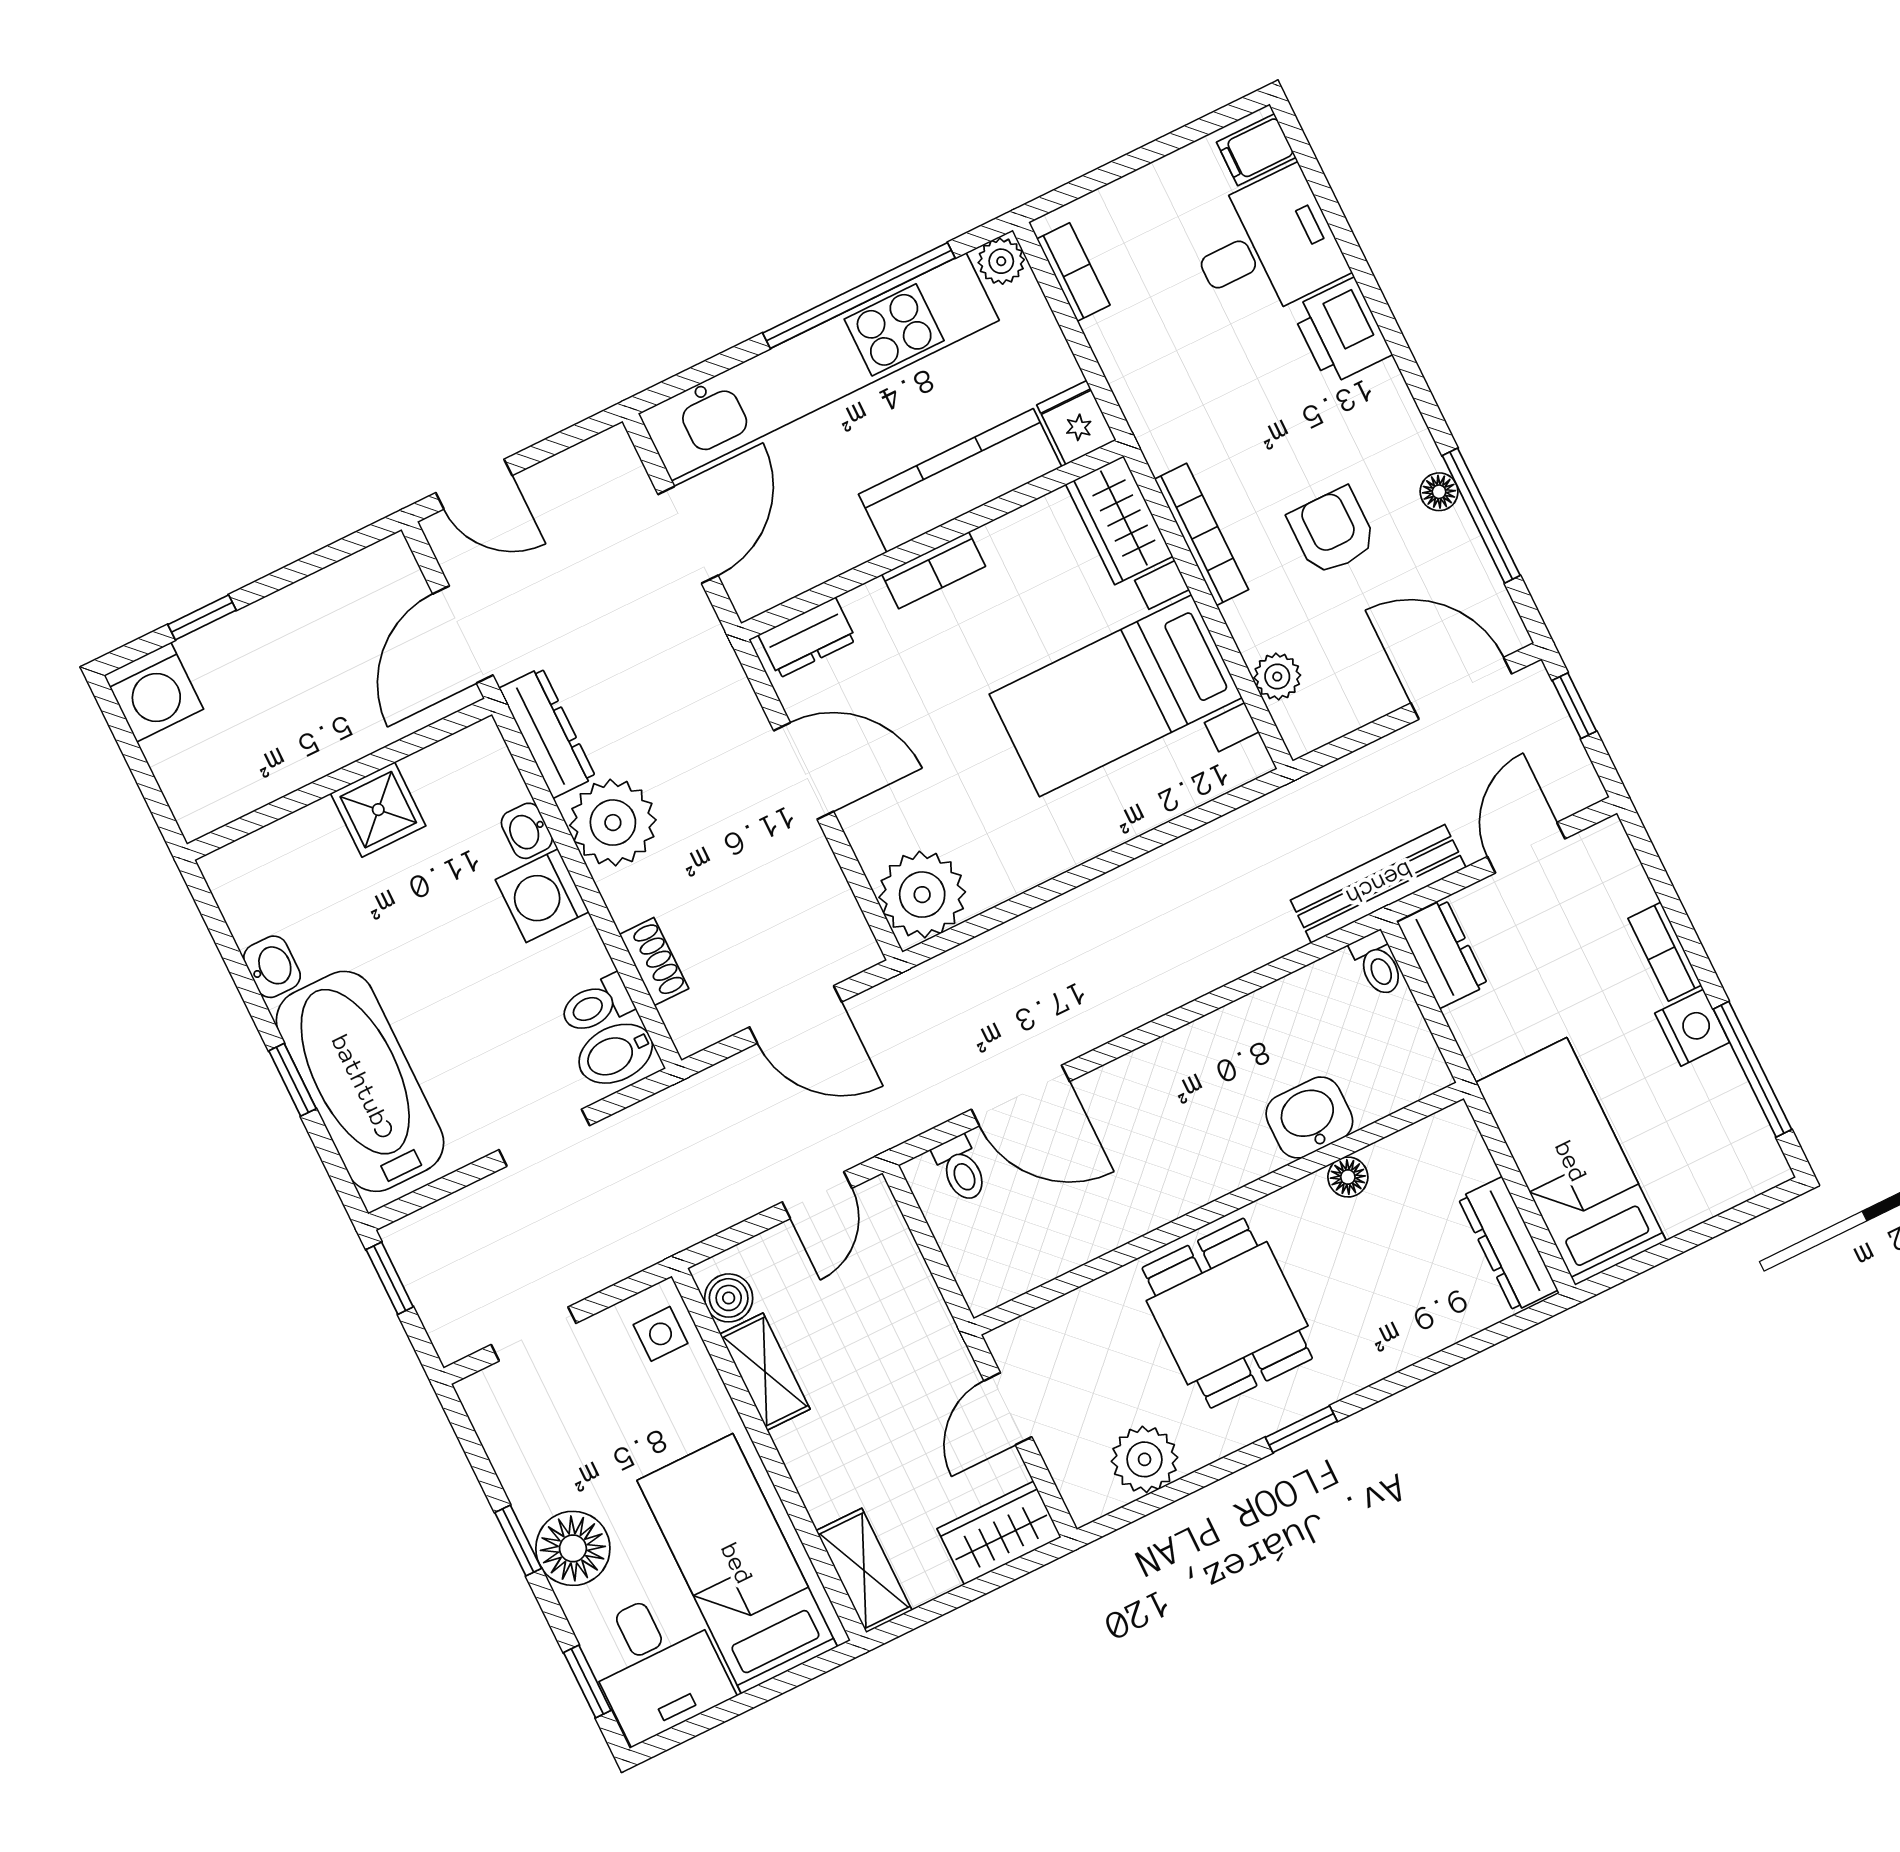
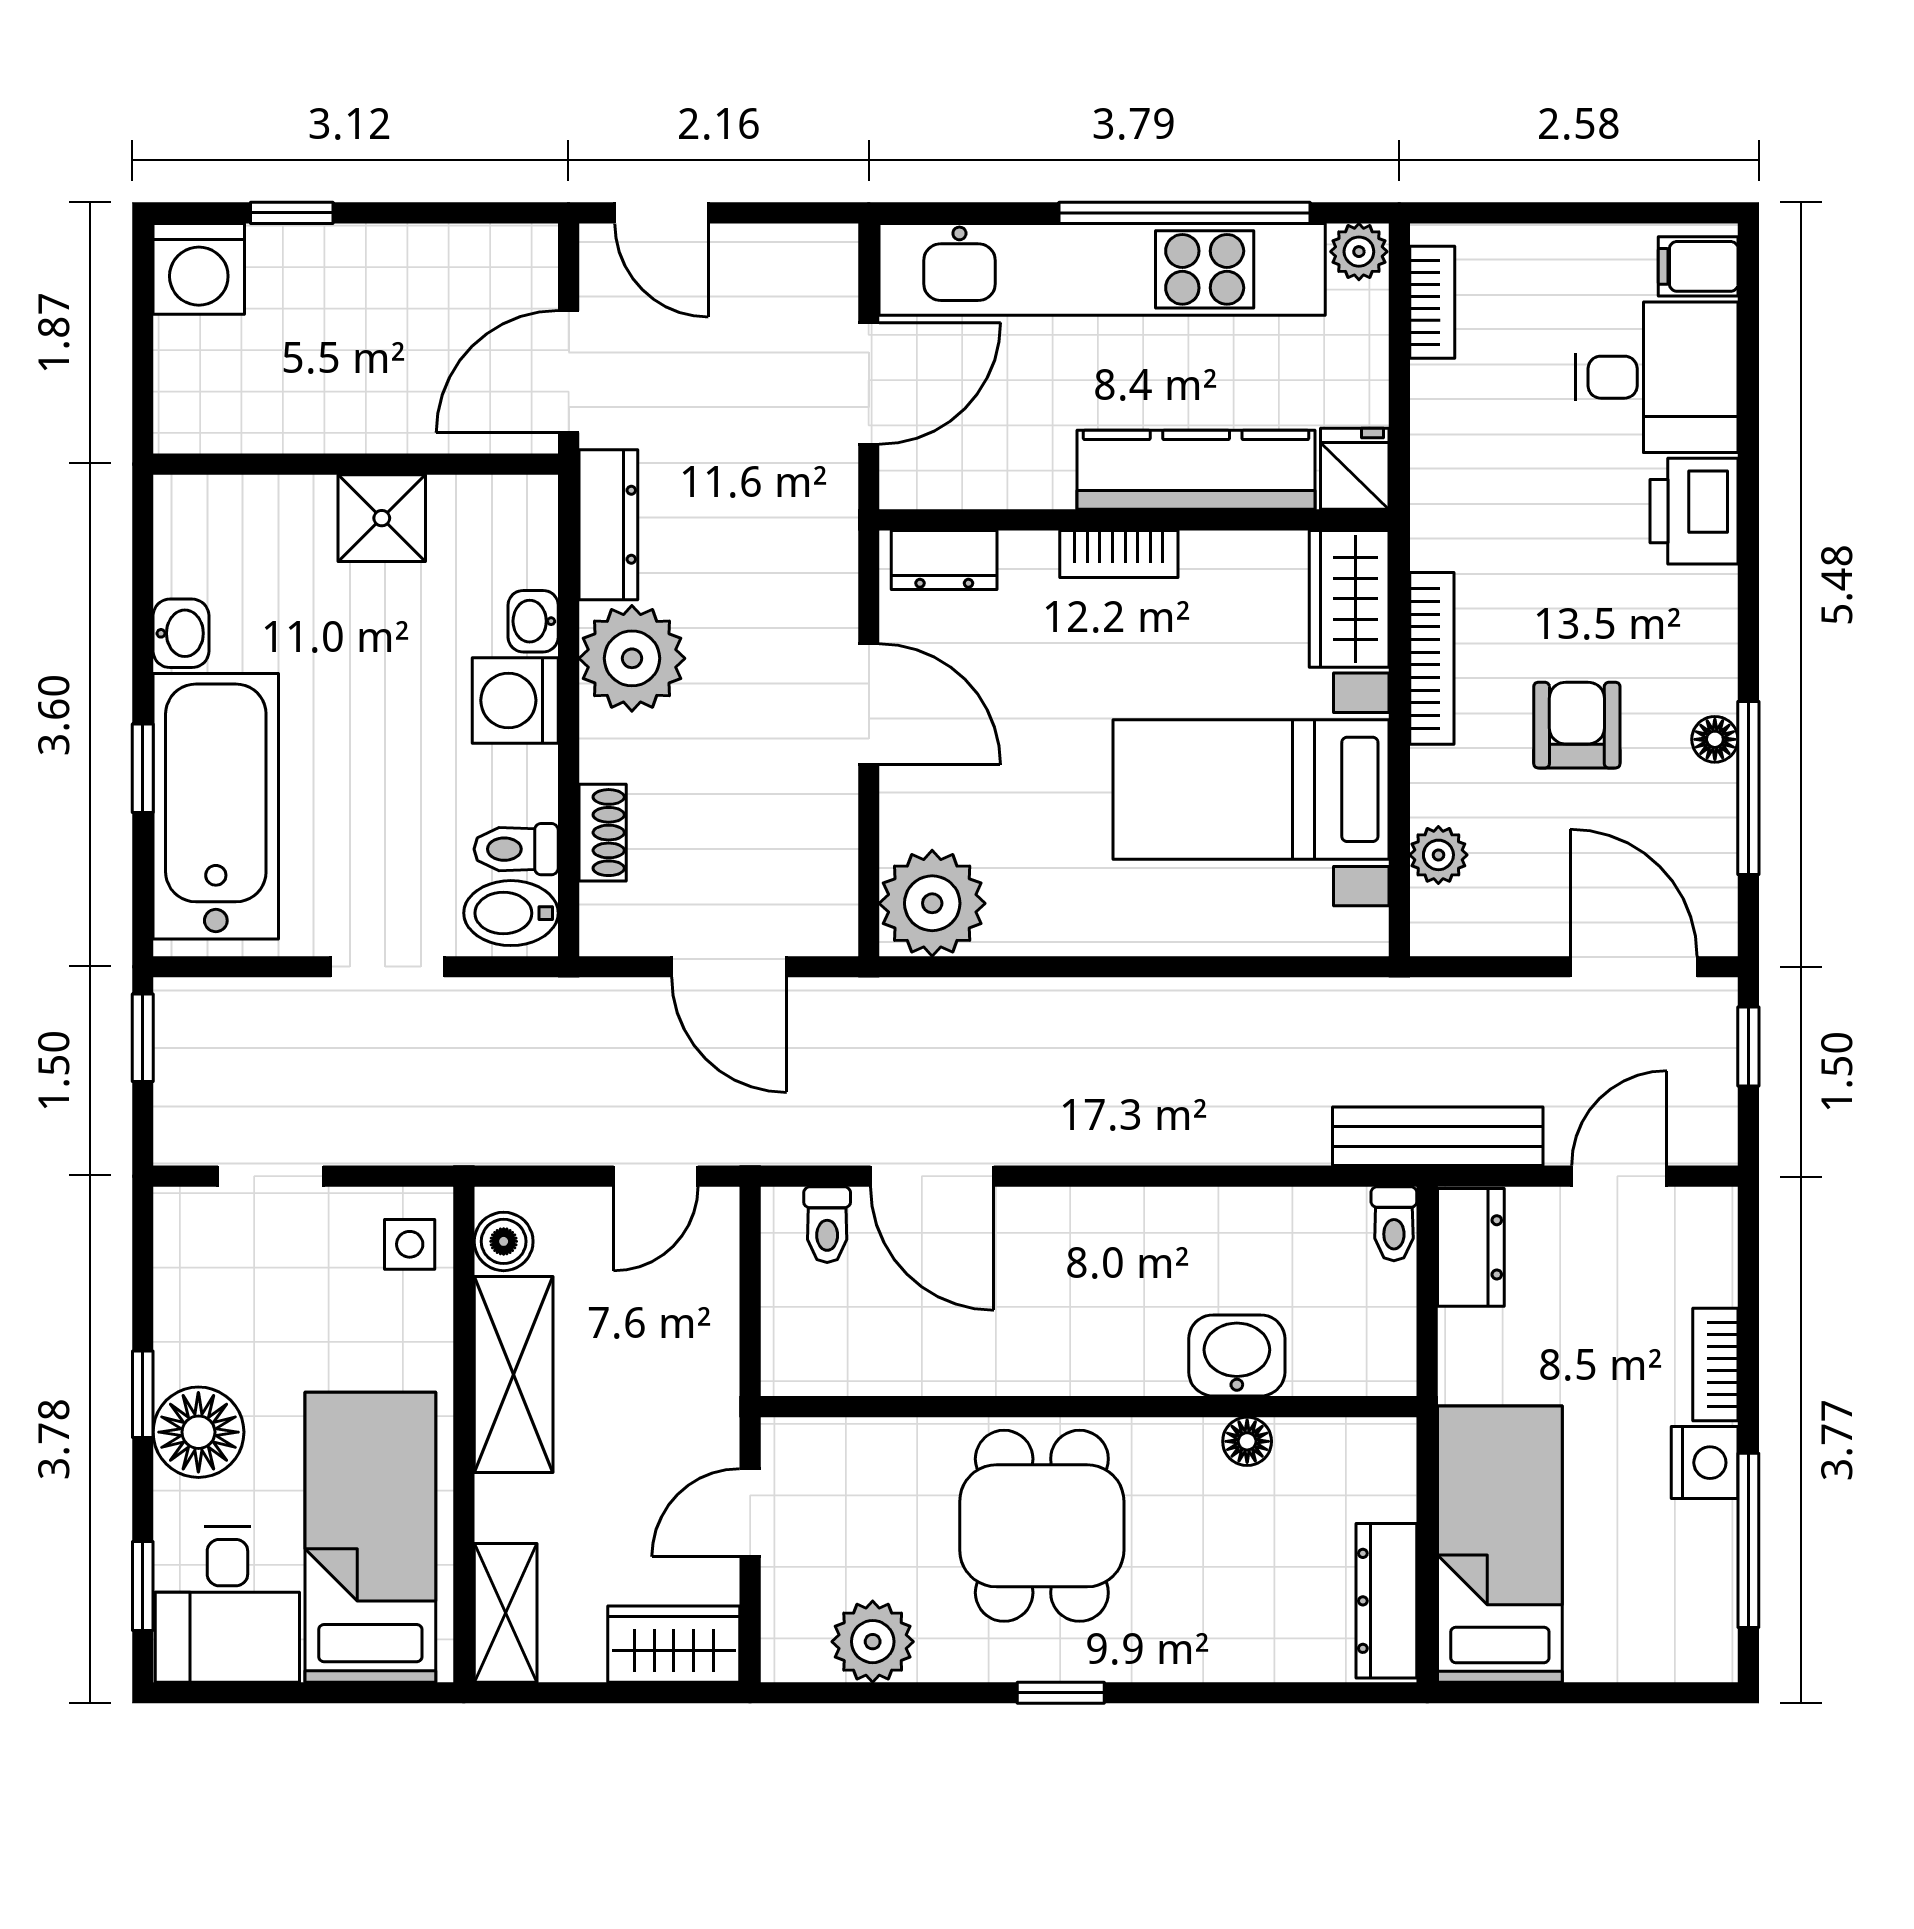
shelving: (765, 1372) -> (514, 1374), width x1.50, depth x1.33

